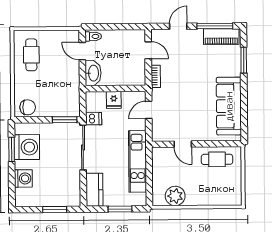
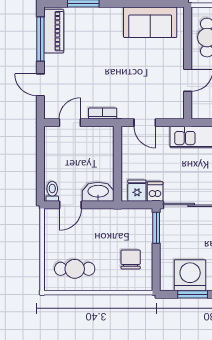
fridge: (114, 100) -> (137, 191), moved, turned -90
sofa: (229, 106) -> (150, 22), width x0.73
chair: (28, 107) -> (131, 260), moved

